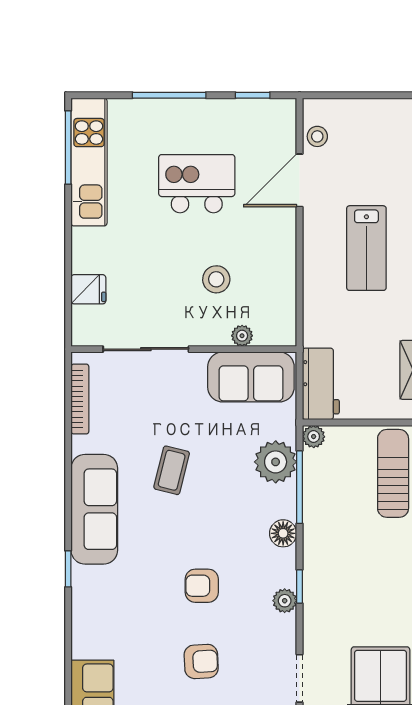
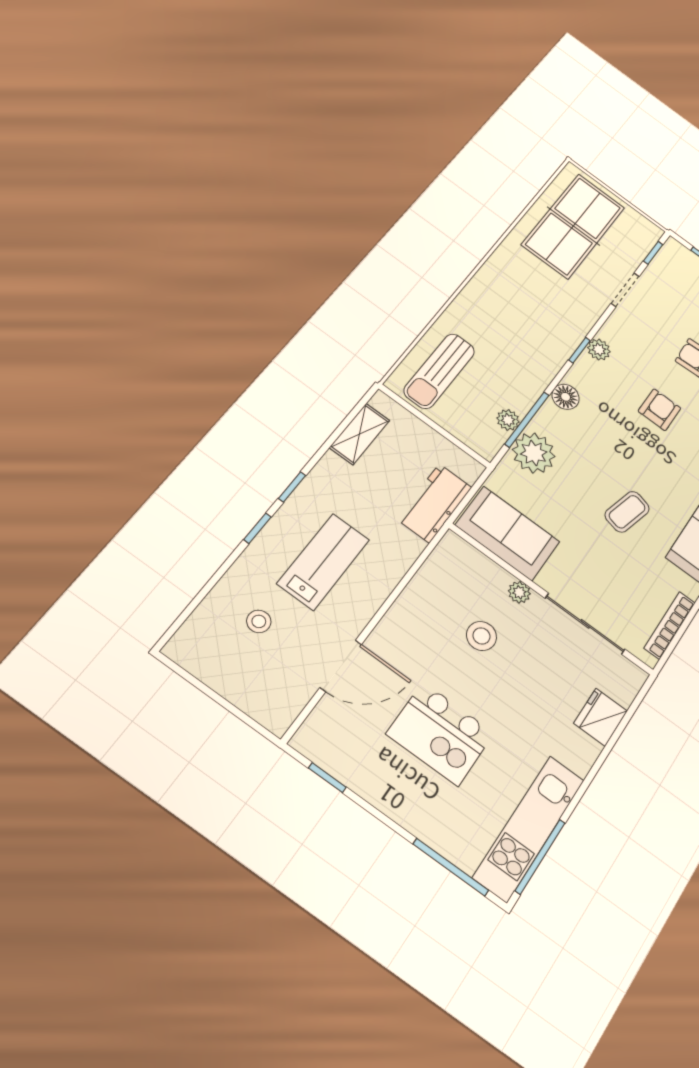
window: (169, 95) -> (451, 867), moved
stool: (317, 136) -> (259, 621), moved
fridge: (88, 289) -> (601, 717), width x1.38
plant: (242, 336) -> (519, 592), moved
workbench: (321, 384) -> (434, 503), moved
plant: (314, 437) -> (508, 420), moved
armchair: (202, 586) -> (660, 410), turned -90

